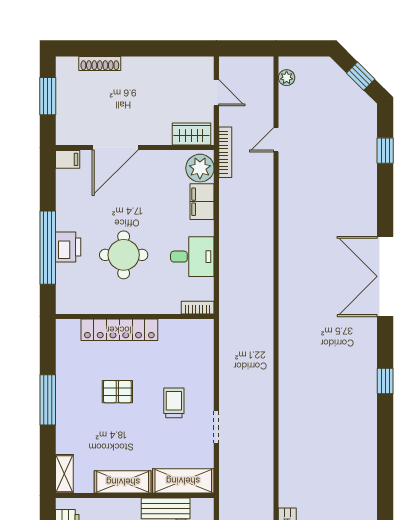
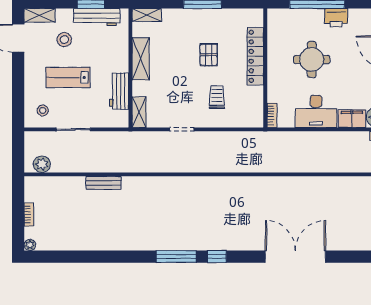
printer: (68, 247) -> (336, 18), moved
desk: (192, 257) -> (316, 111), width x1.37
trolley: (174, 403) -> (217, 97), moved, turned -90
window: (385, 435) -> (176, 257), added
shelving: (183, 481) -> (139, 112), width x0.67, depth x0.75

